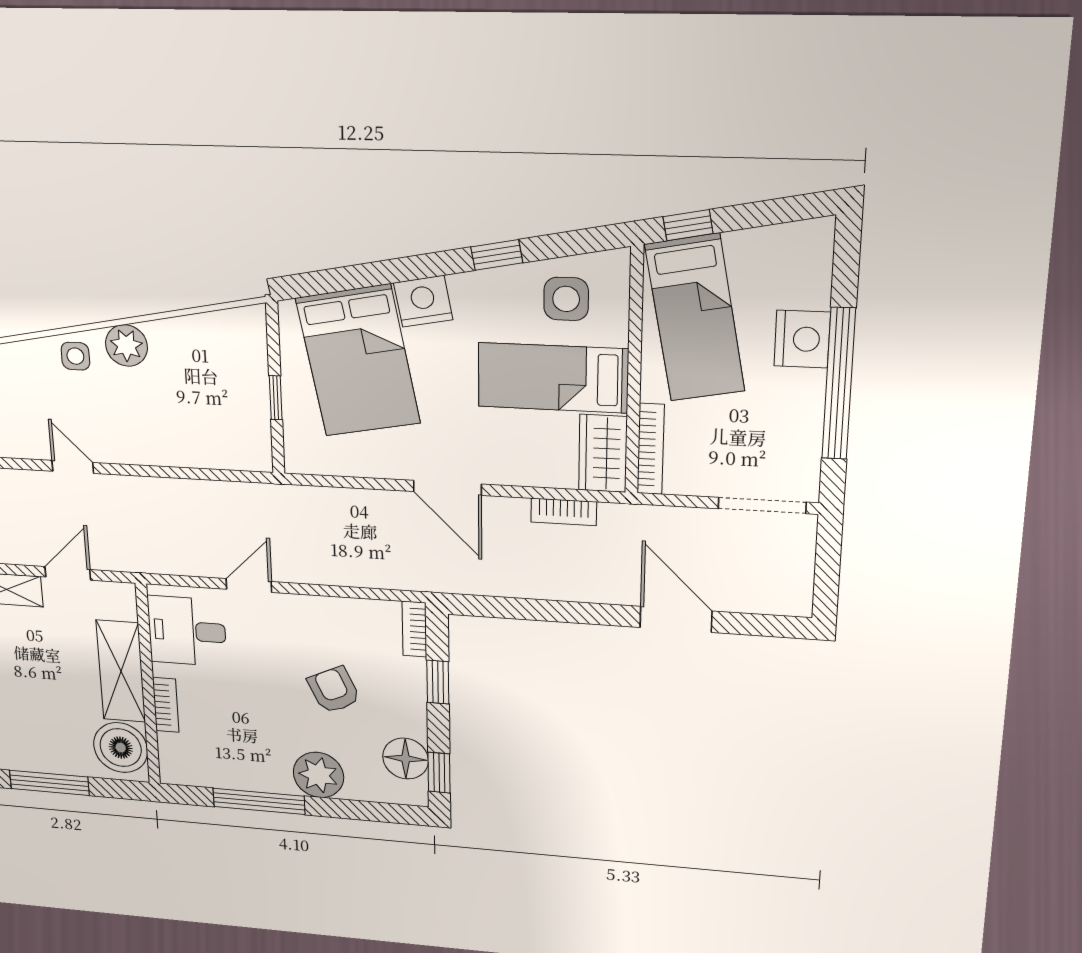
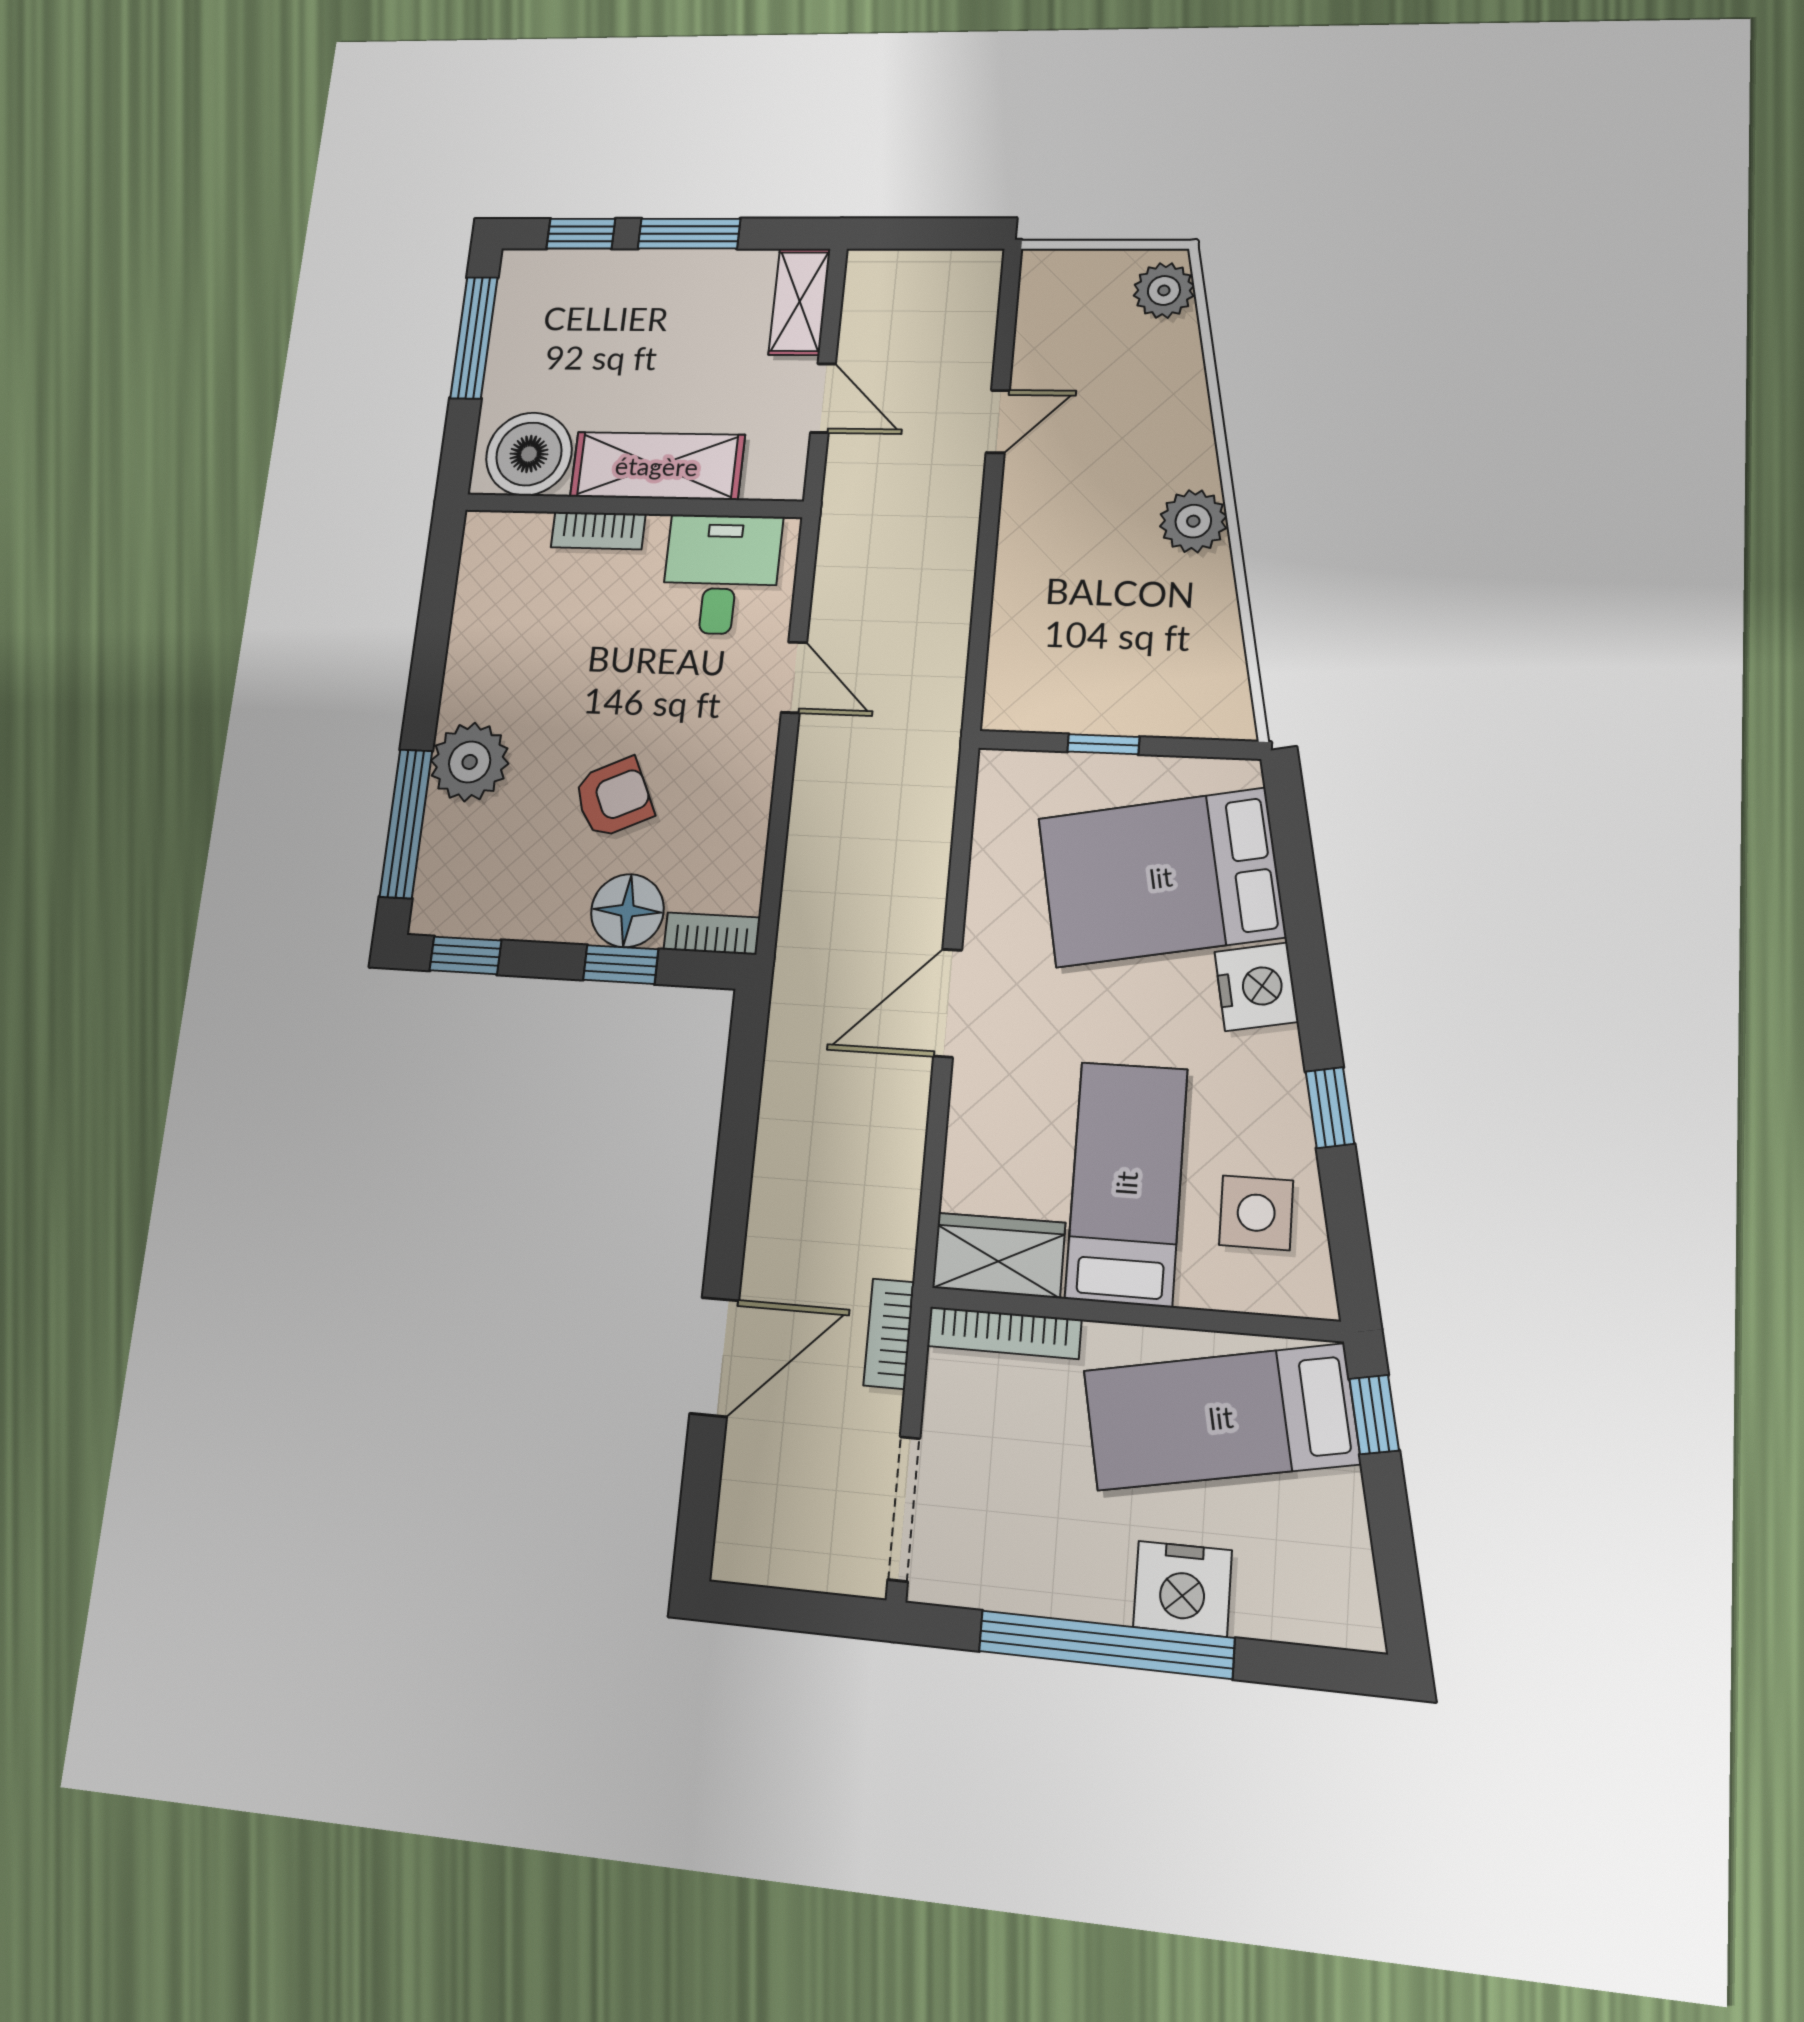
side table: (75, 356) -> (1178, 442), removed
bookcase: (564, 512) -> (889, 1334), moved
floor lamp: (406, 759) -> (627, 911), moved
window: (259, 801) -> (406, 824), moved

